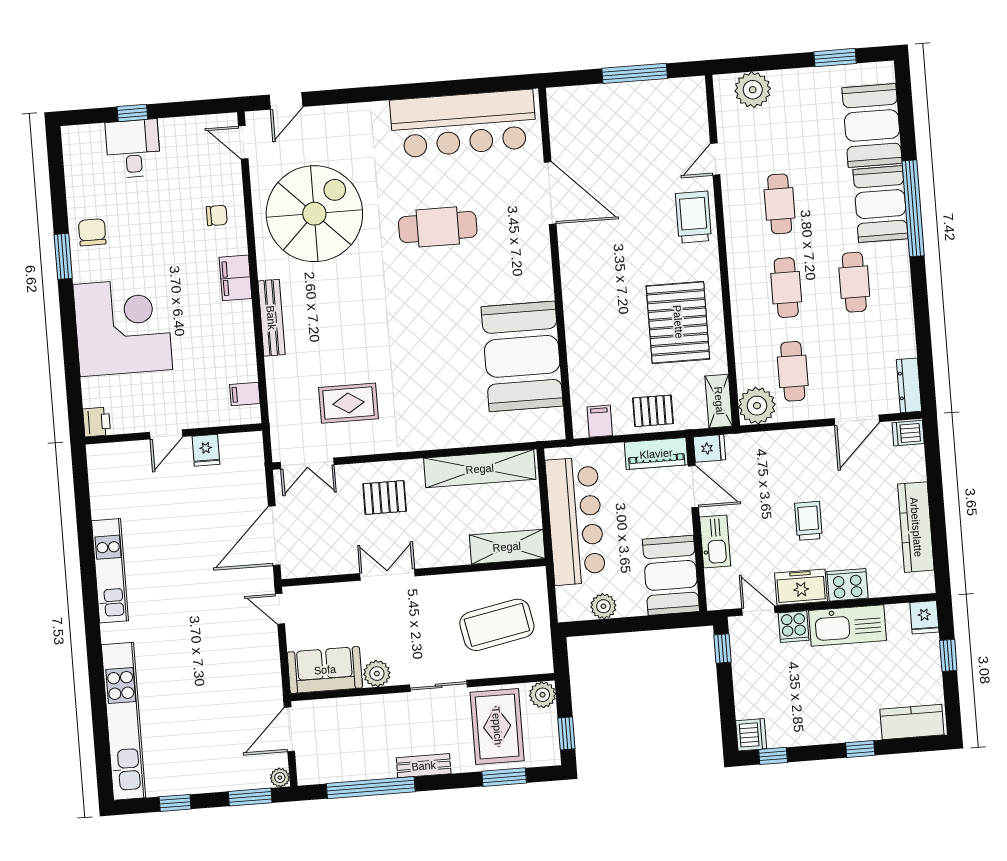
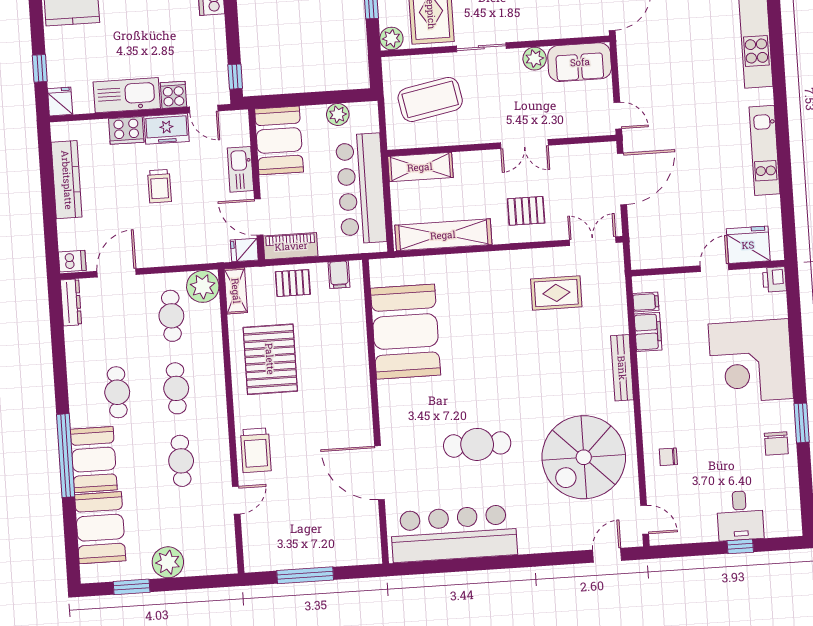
plant: (753, 90) -> (168, 562), moved
filing cabinet: (236, 278) -> (648, 332), moved
fridge: (206, 450) -> (748, 245), moved, width x1.88, depth x1.34

